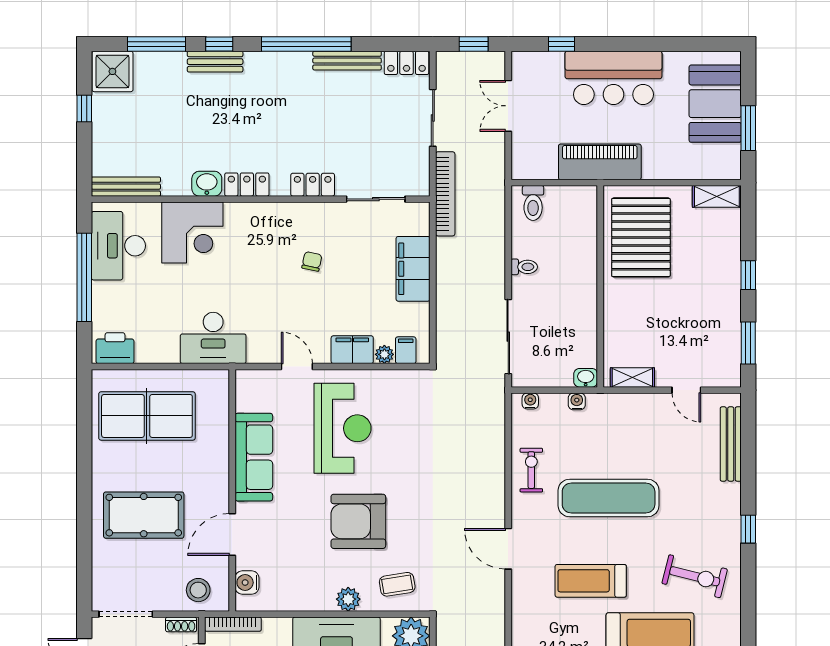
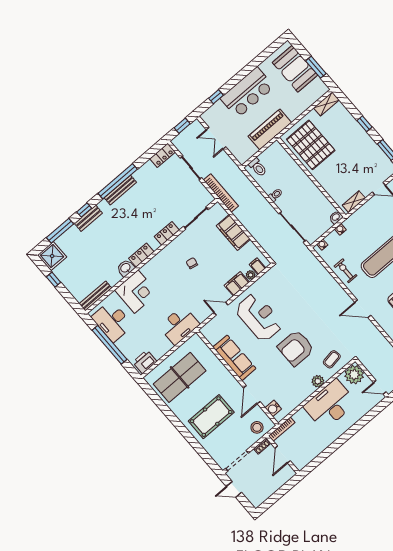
bench: (347, 61) -> (120, 190), moved

